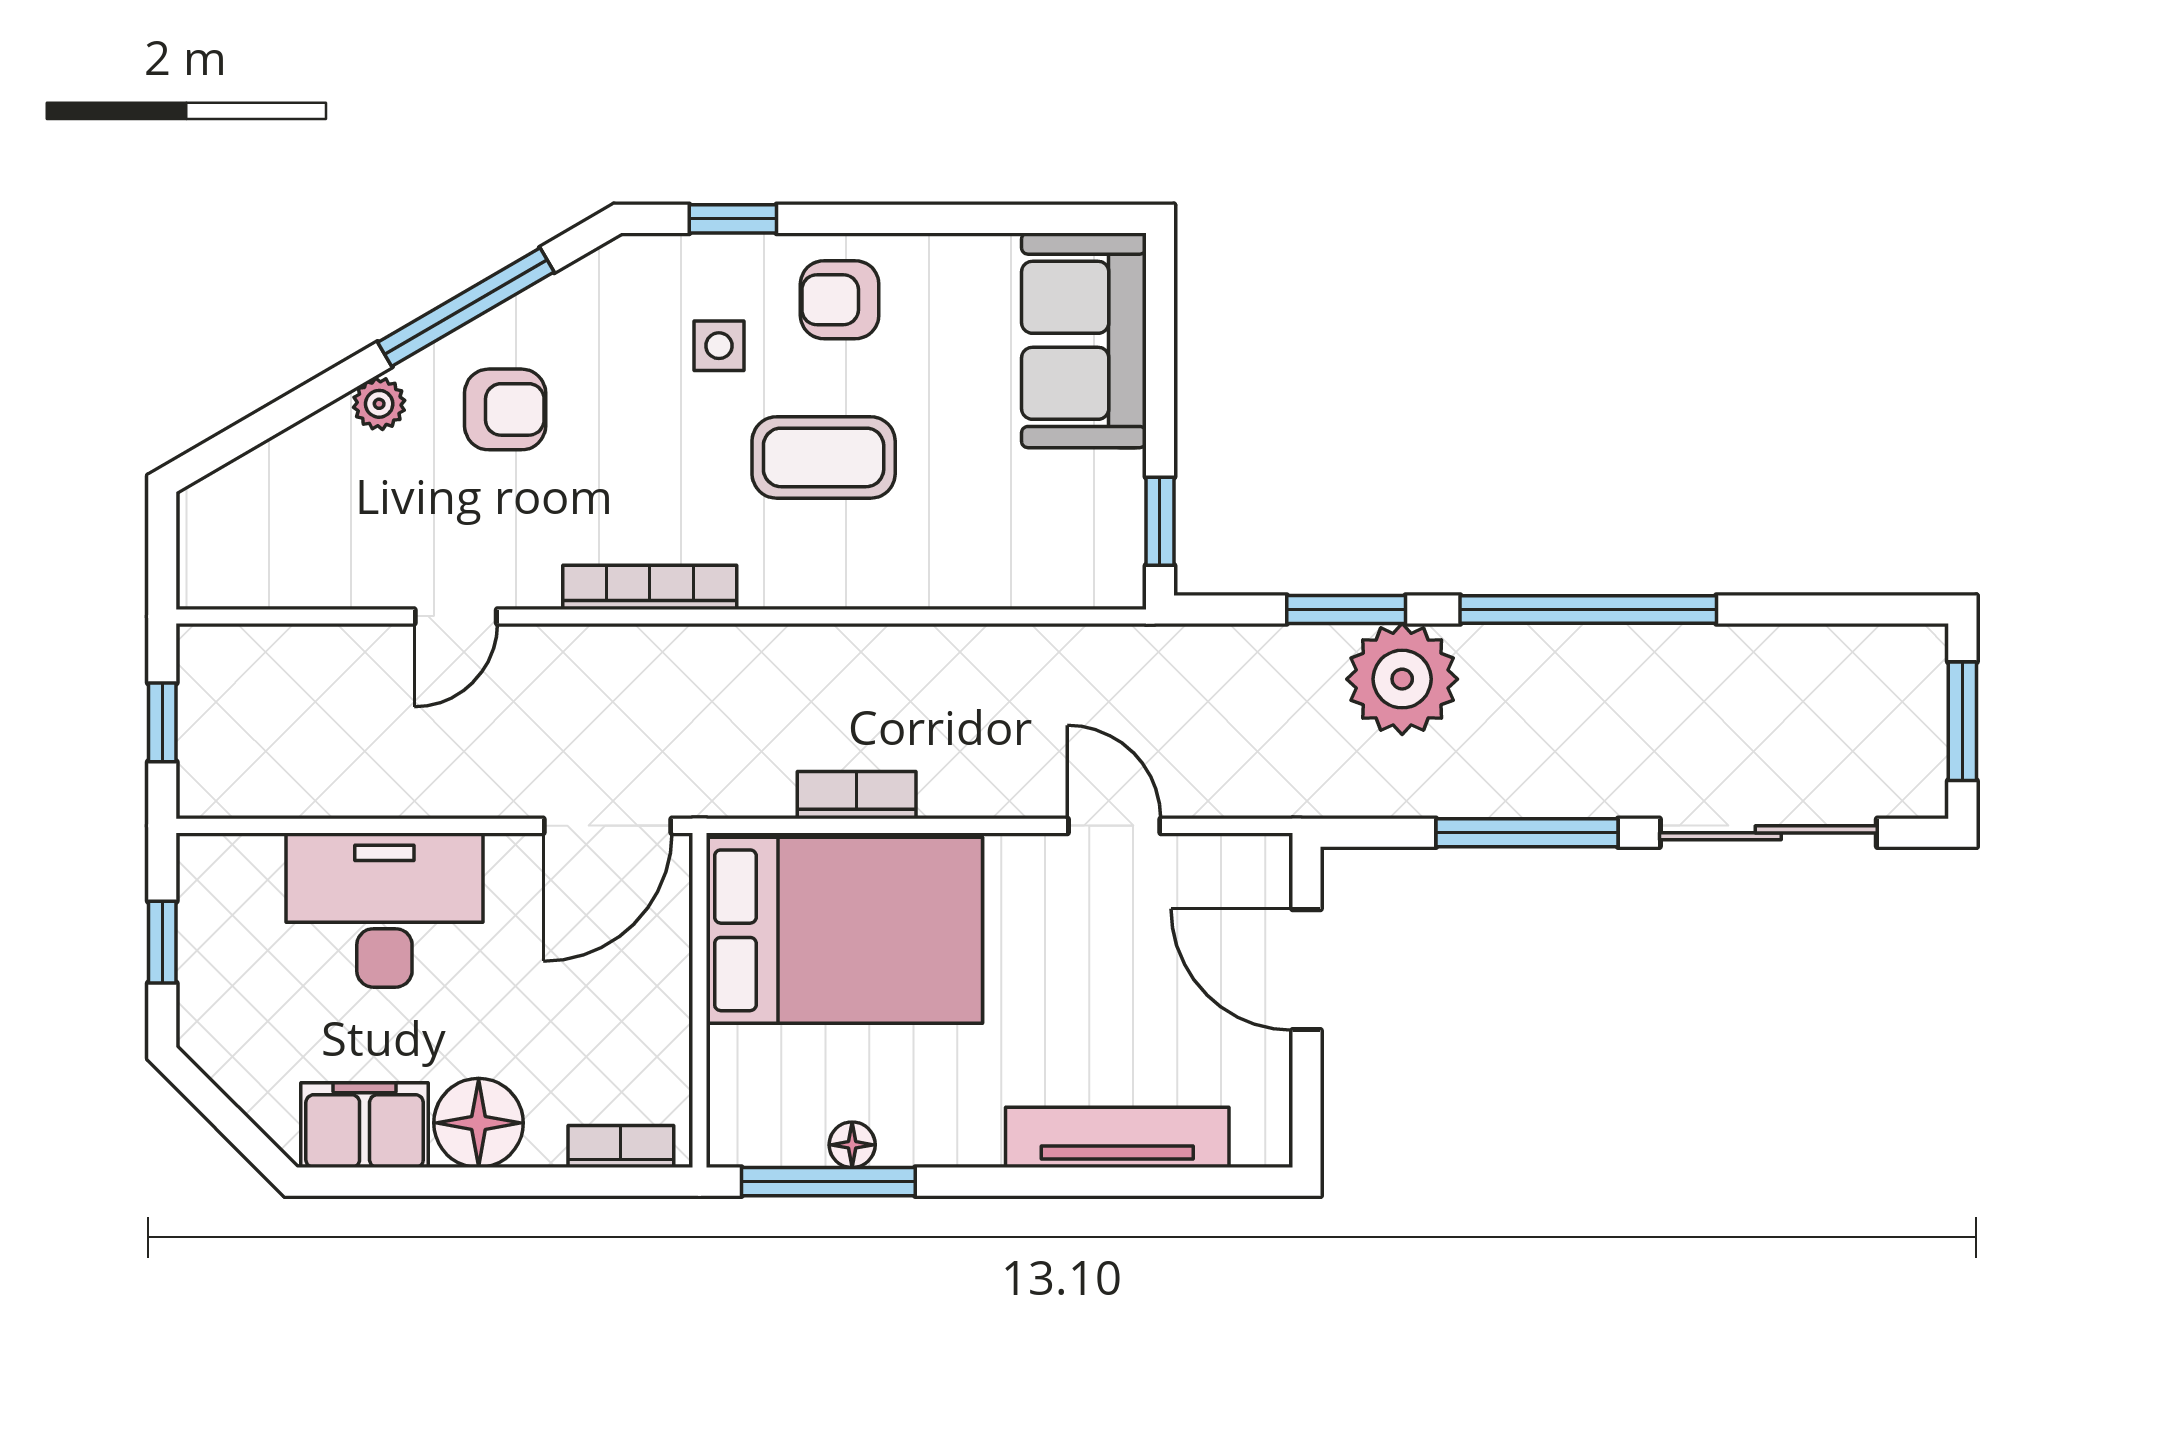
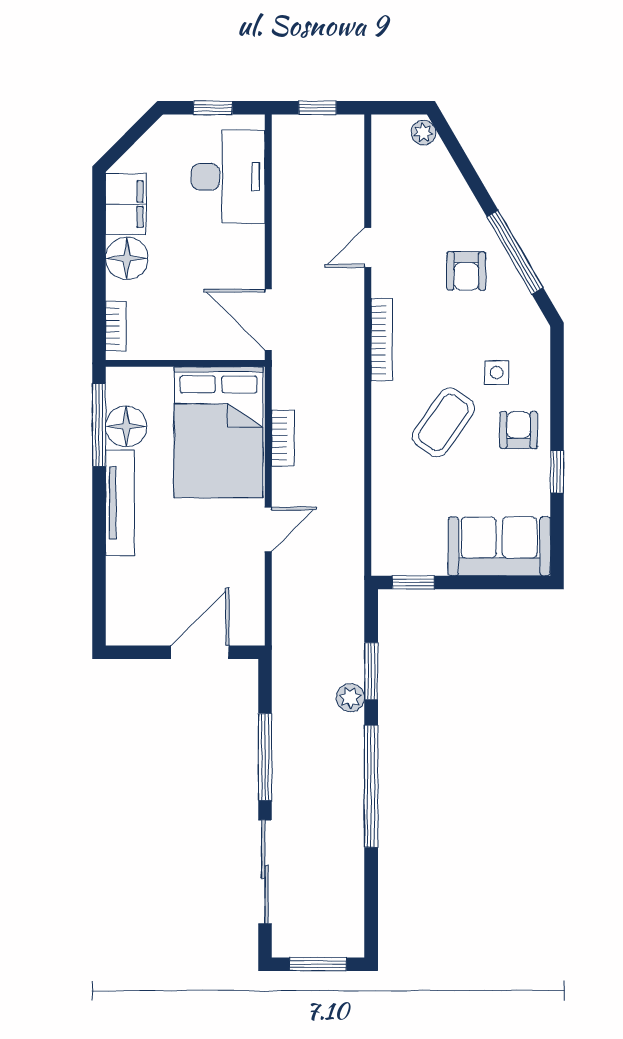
window: (733, 219) -> (557, 472), moved
plant: (379, 404) -> (423, 133), moved
coffee table: (824, 457) -> (443, 422), turned 35
door: (456, 616) -> (368, 247), hinge flipped
plant: (1402, 679) -> (350, 698), width x0.53, depth x0.53
door: (1114, 826) -> (268, 529), moved
desk: (384, 910) -> (228, 177), moved
tv unit: (1117, 1137) -> (120, 503), moved
floor lamp: (852, 1145) -> (126, 426), width x1.89, depth x1.89

